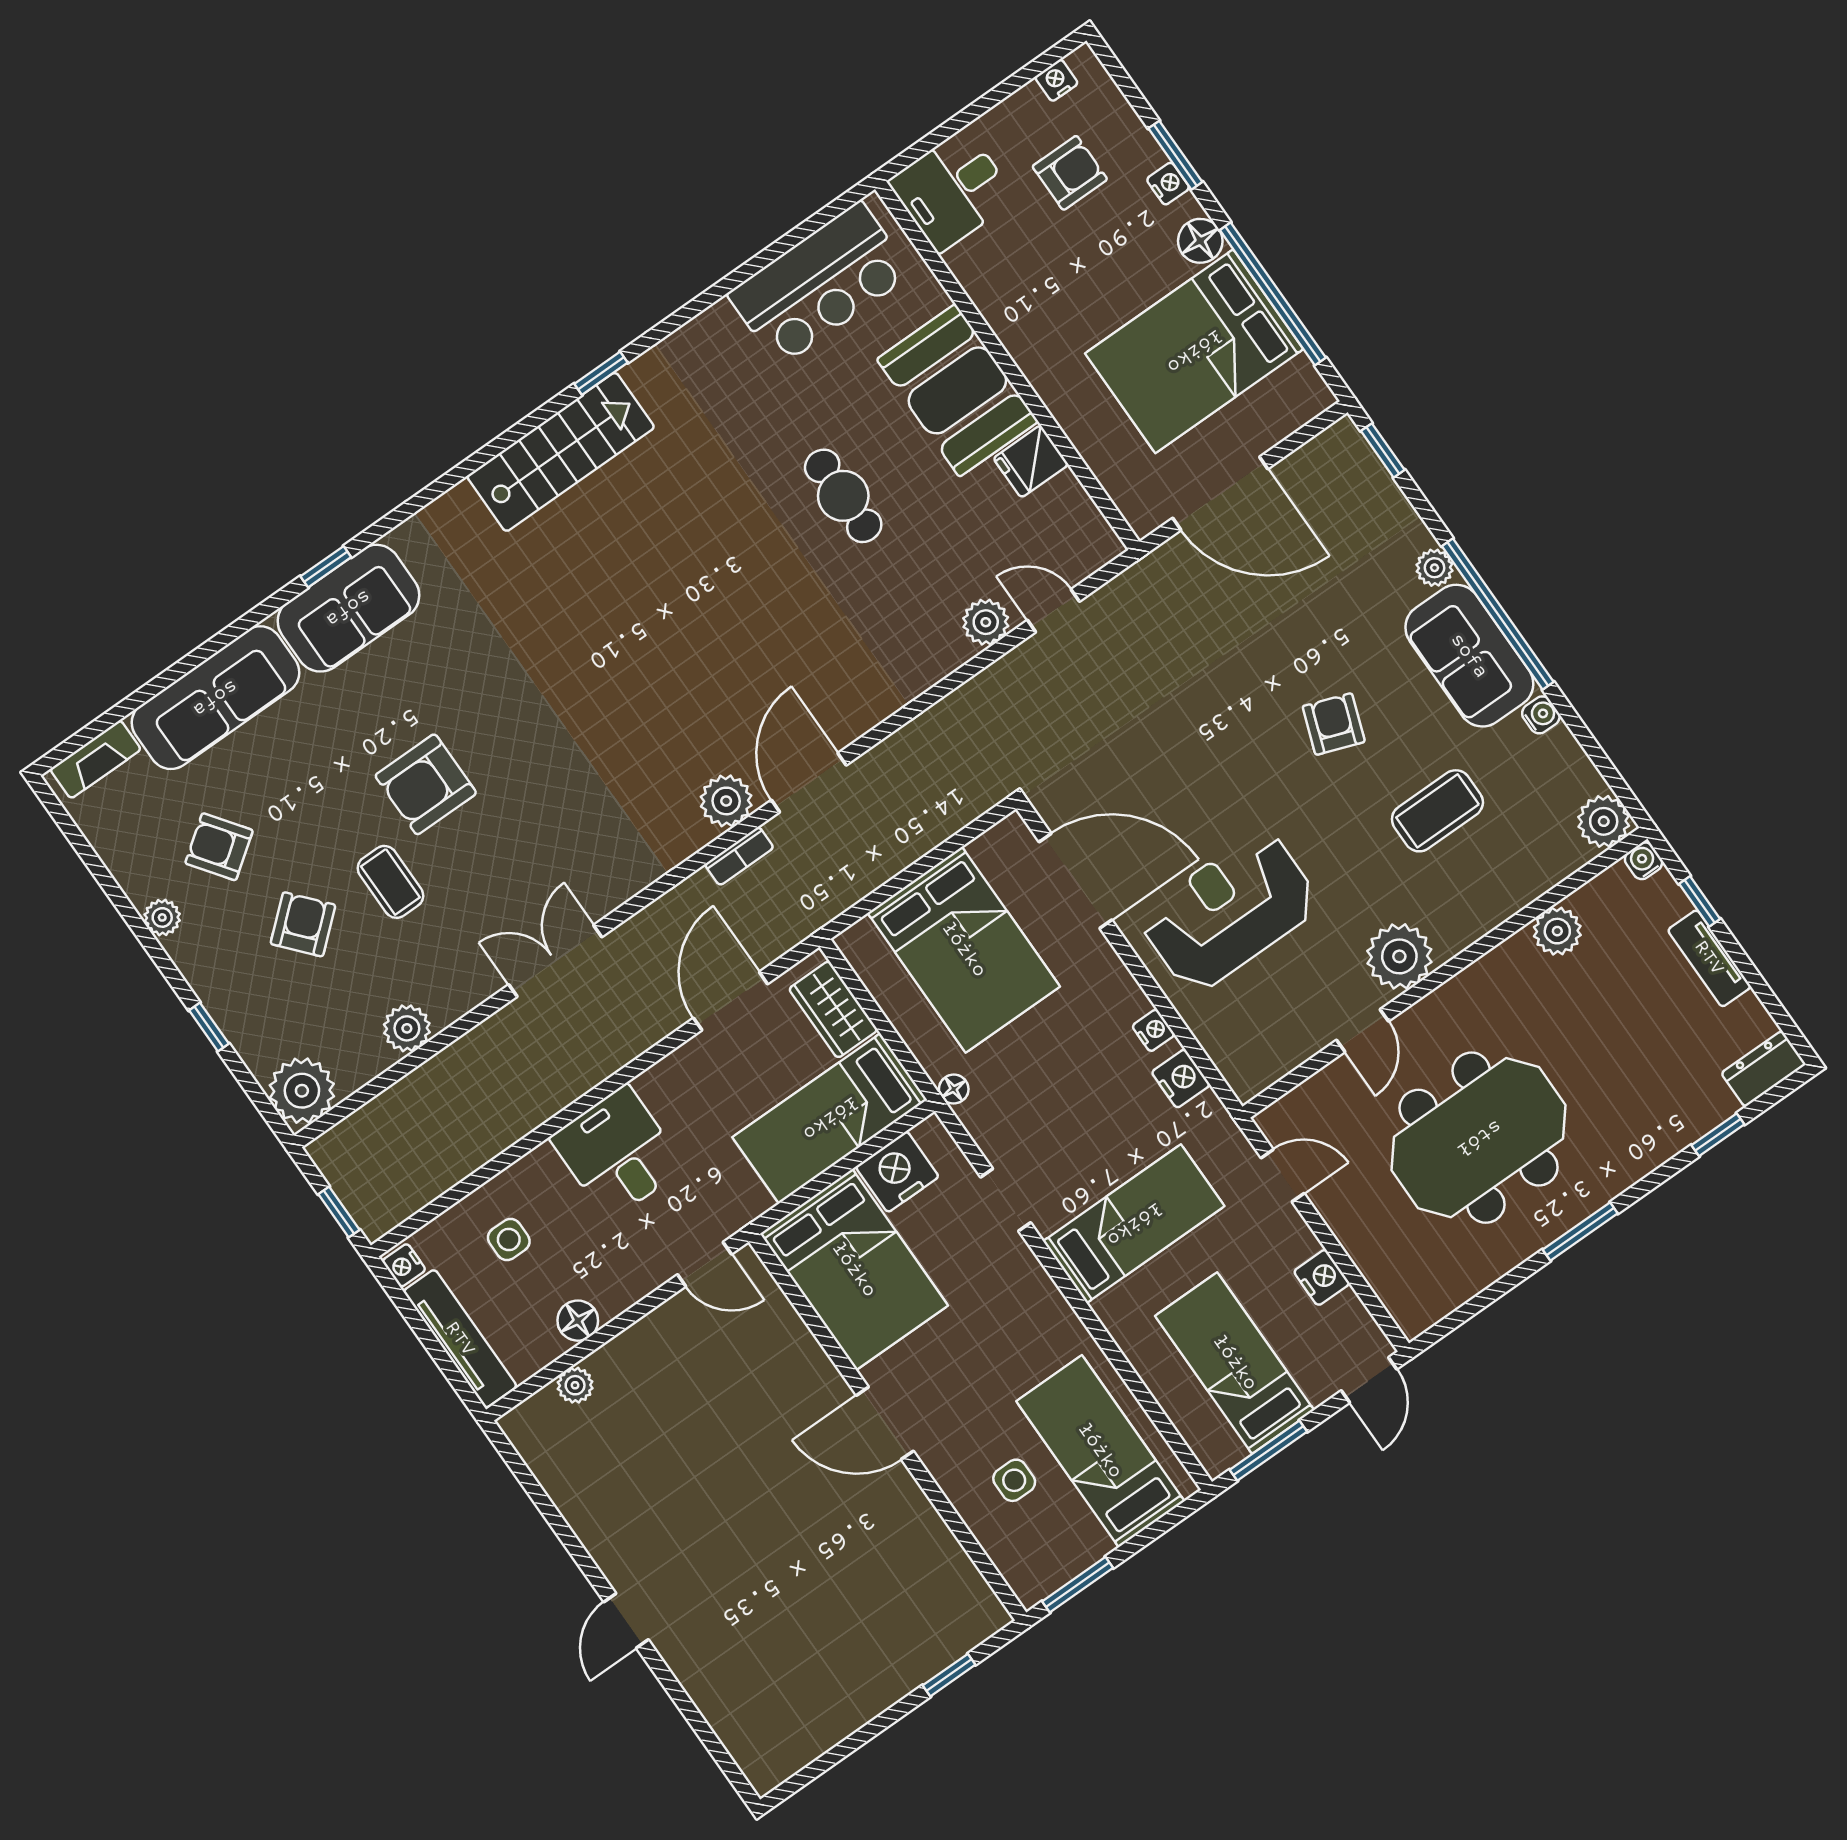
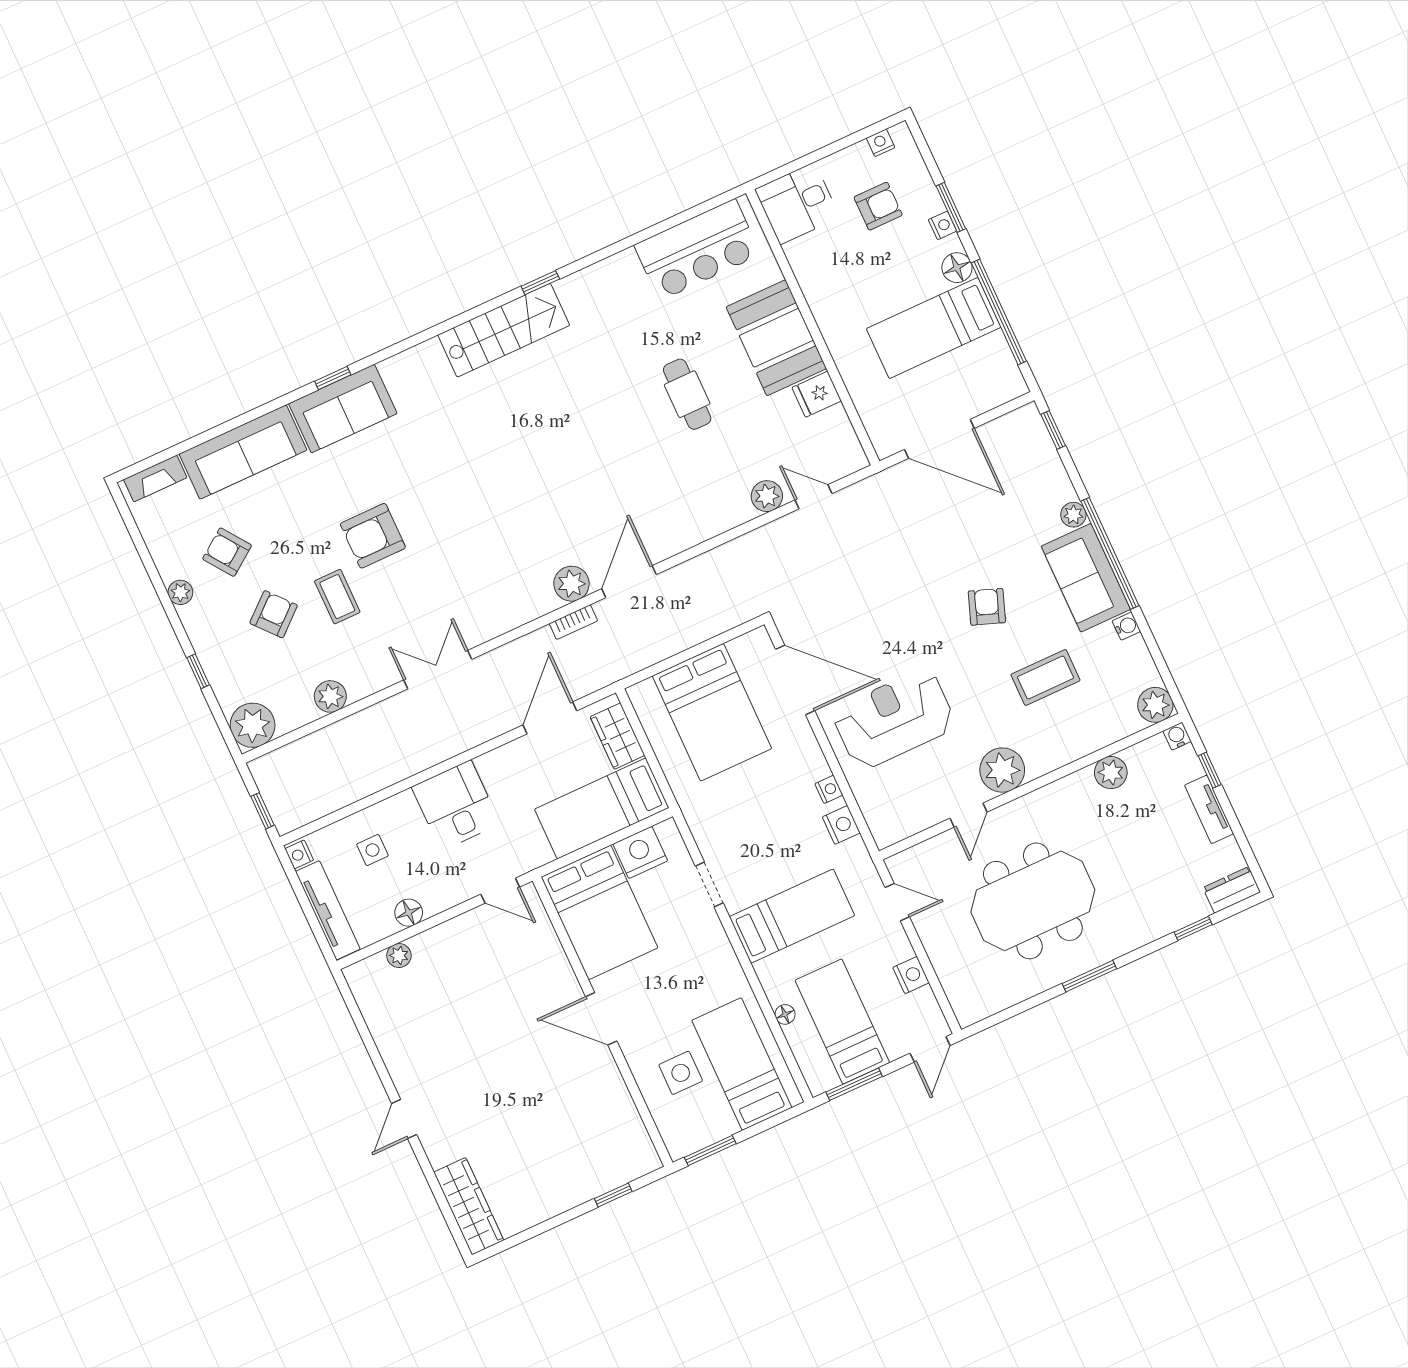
bed: (1194, 351) -> (934, 328), width x0.67
floor lamp: (954, 1089) -> (785, 1014), moved
side table: (1014, 1480) -> (681, 1073), width x1.37, depth x1.37
wardrobe: (743, 1730) -> (469, 1206), added

